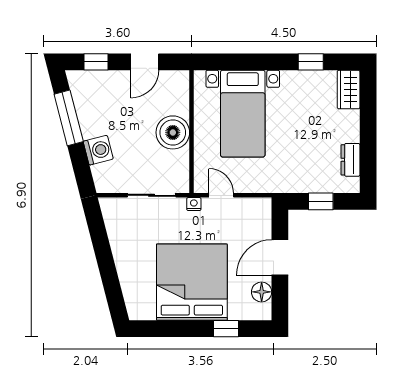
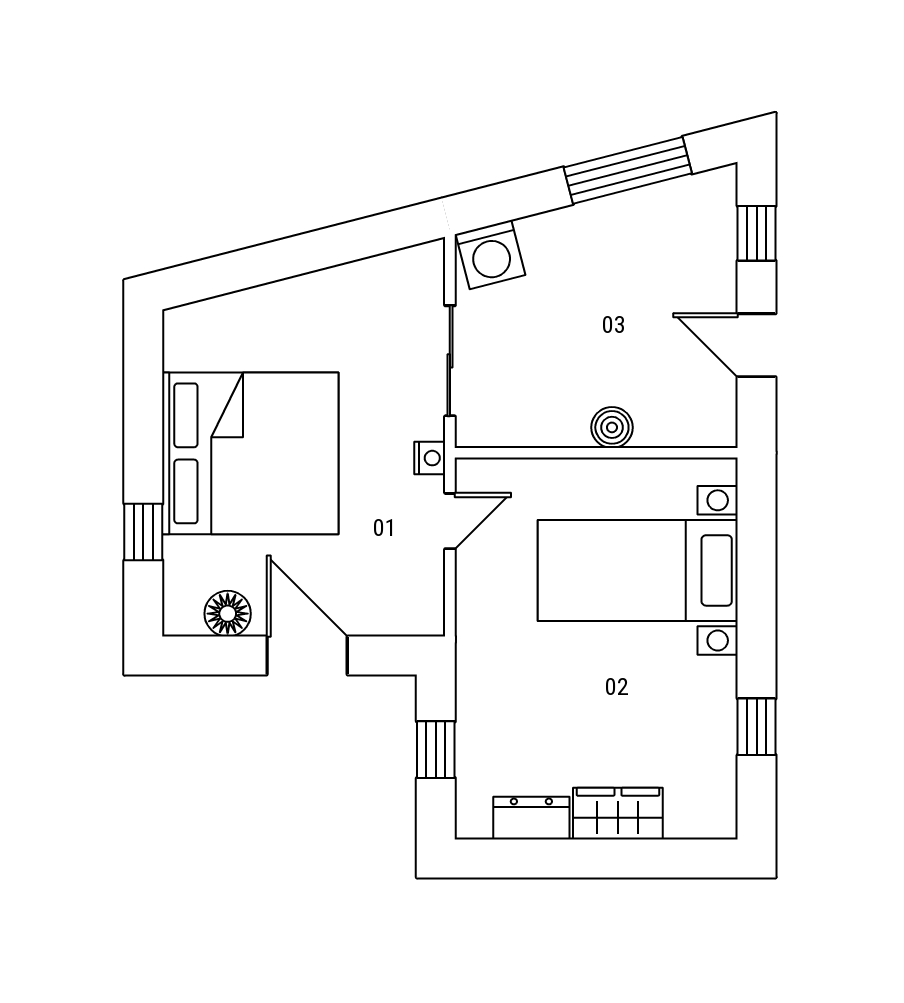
wardrobe: (349, 90) -> (618, 814), moved
boiler: (173, 132) -> (612, 427), width x0.54, depth x0.54
washing machine: (98, 150) -> (490, 255), moved

